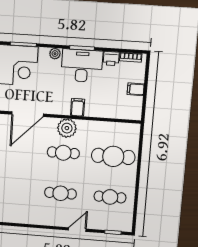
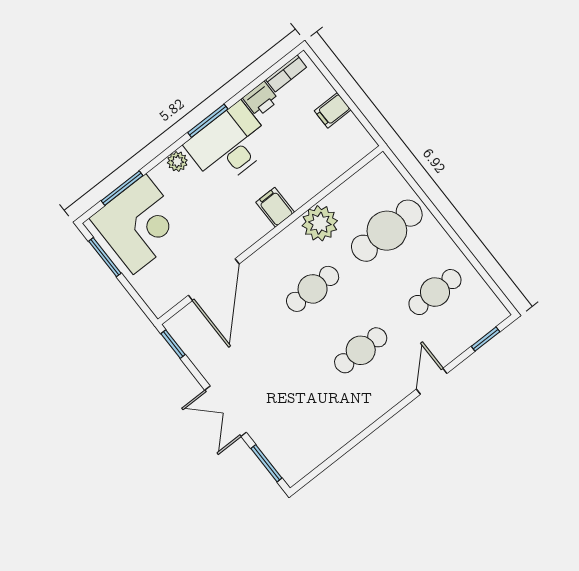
plant: (67, 128) -> (320, 223), moved

